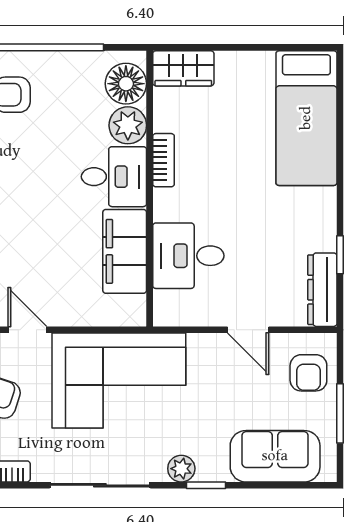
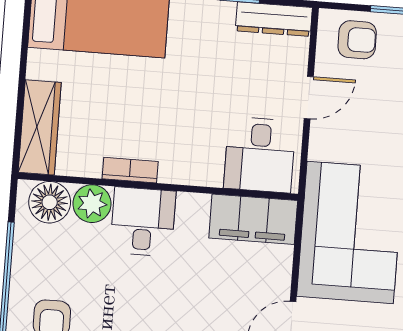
wardrobe: (183, 68) -> (40, 127), width x1.50
filing cabinet: (125, 251) -> (253, 219), moved
desk: (188, 256) -> (260, 155), moved

